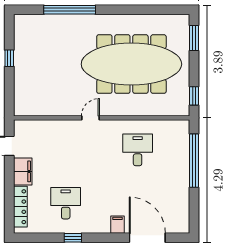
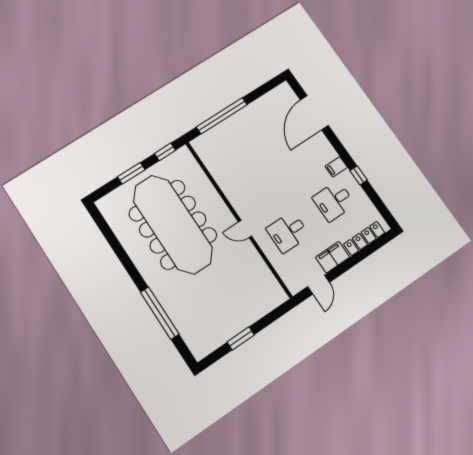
window: (194, 38) -> (131, 173), moved
window: (9, 58) -> (241, 338), width x1.50
desk: (138, 150) -> (288, 232), moved
filing cabinet: (117, 225) -> (336, 167), moved

